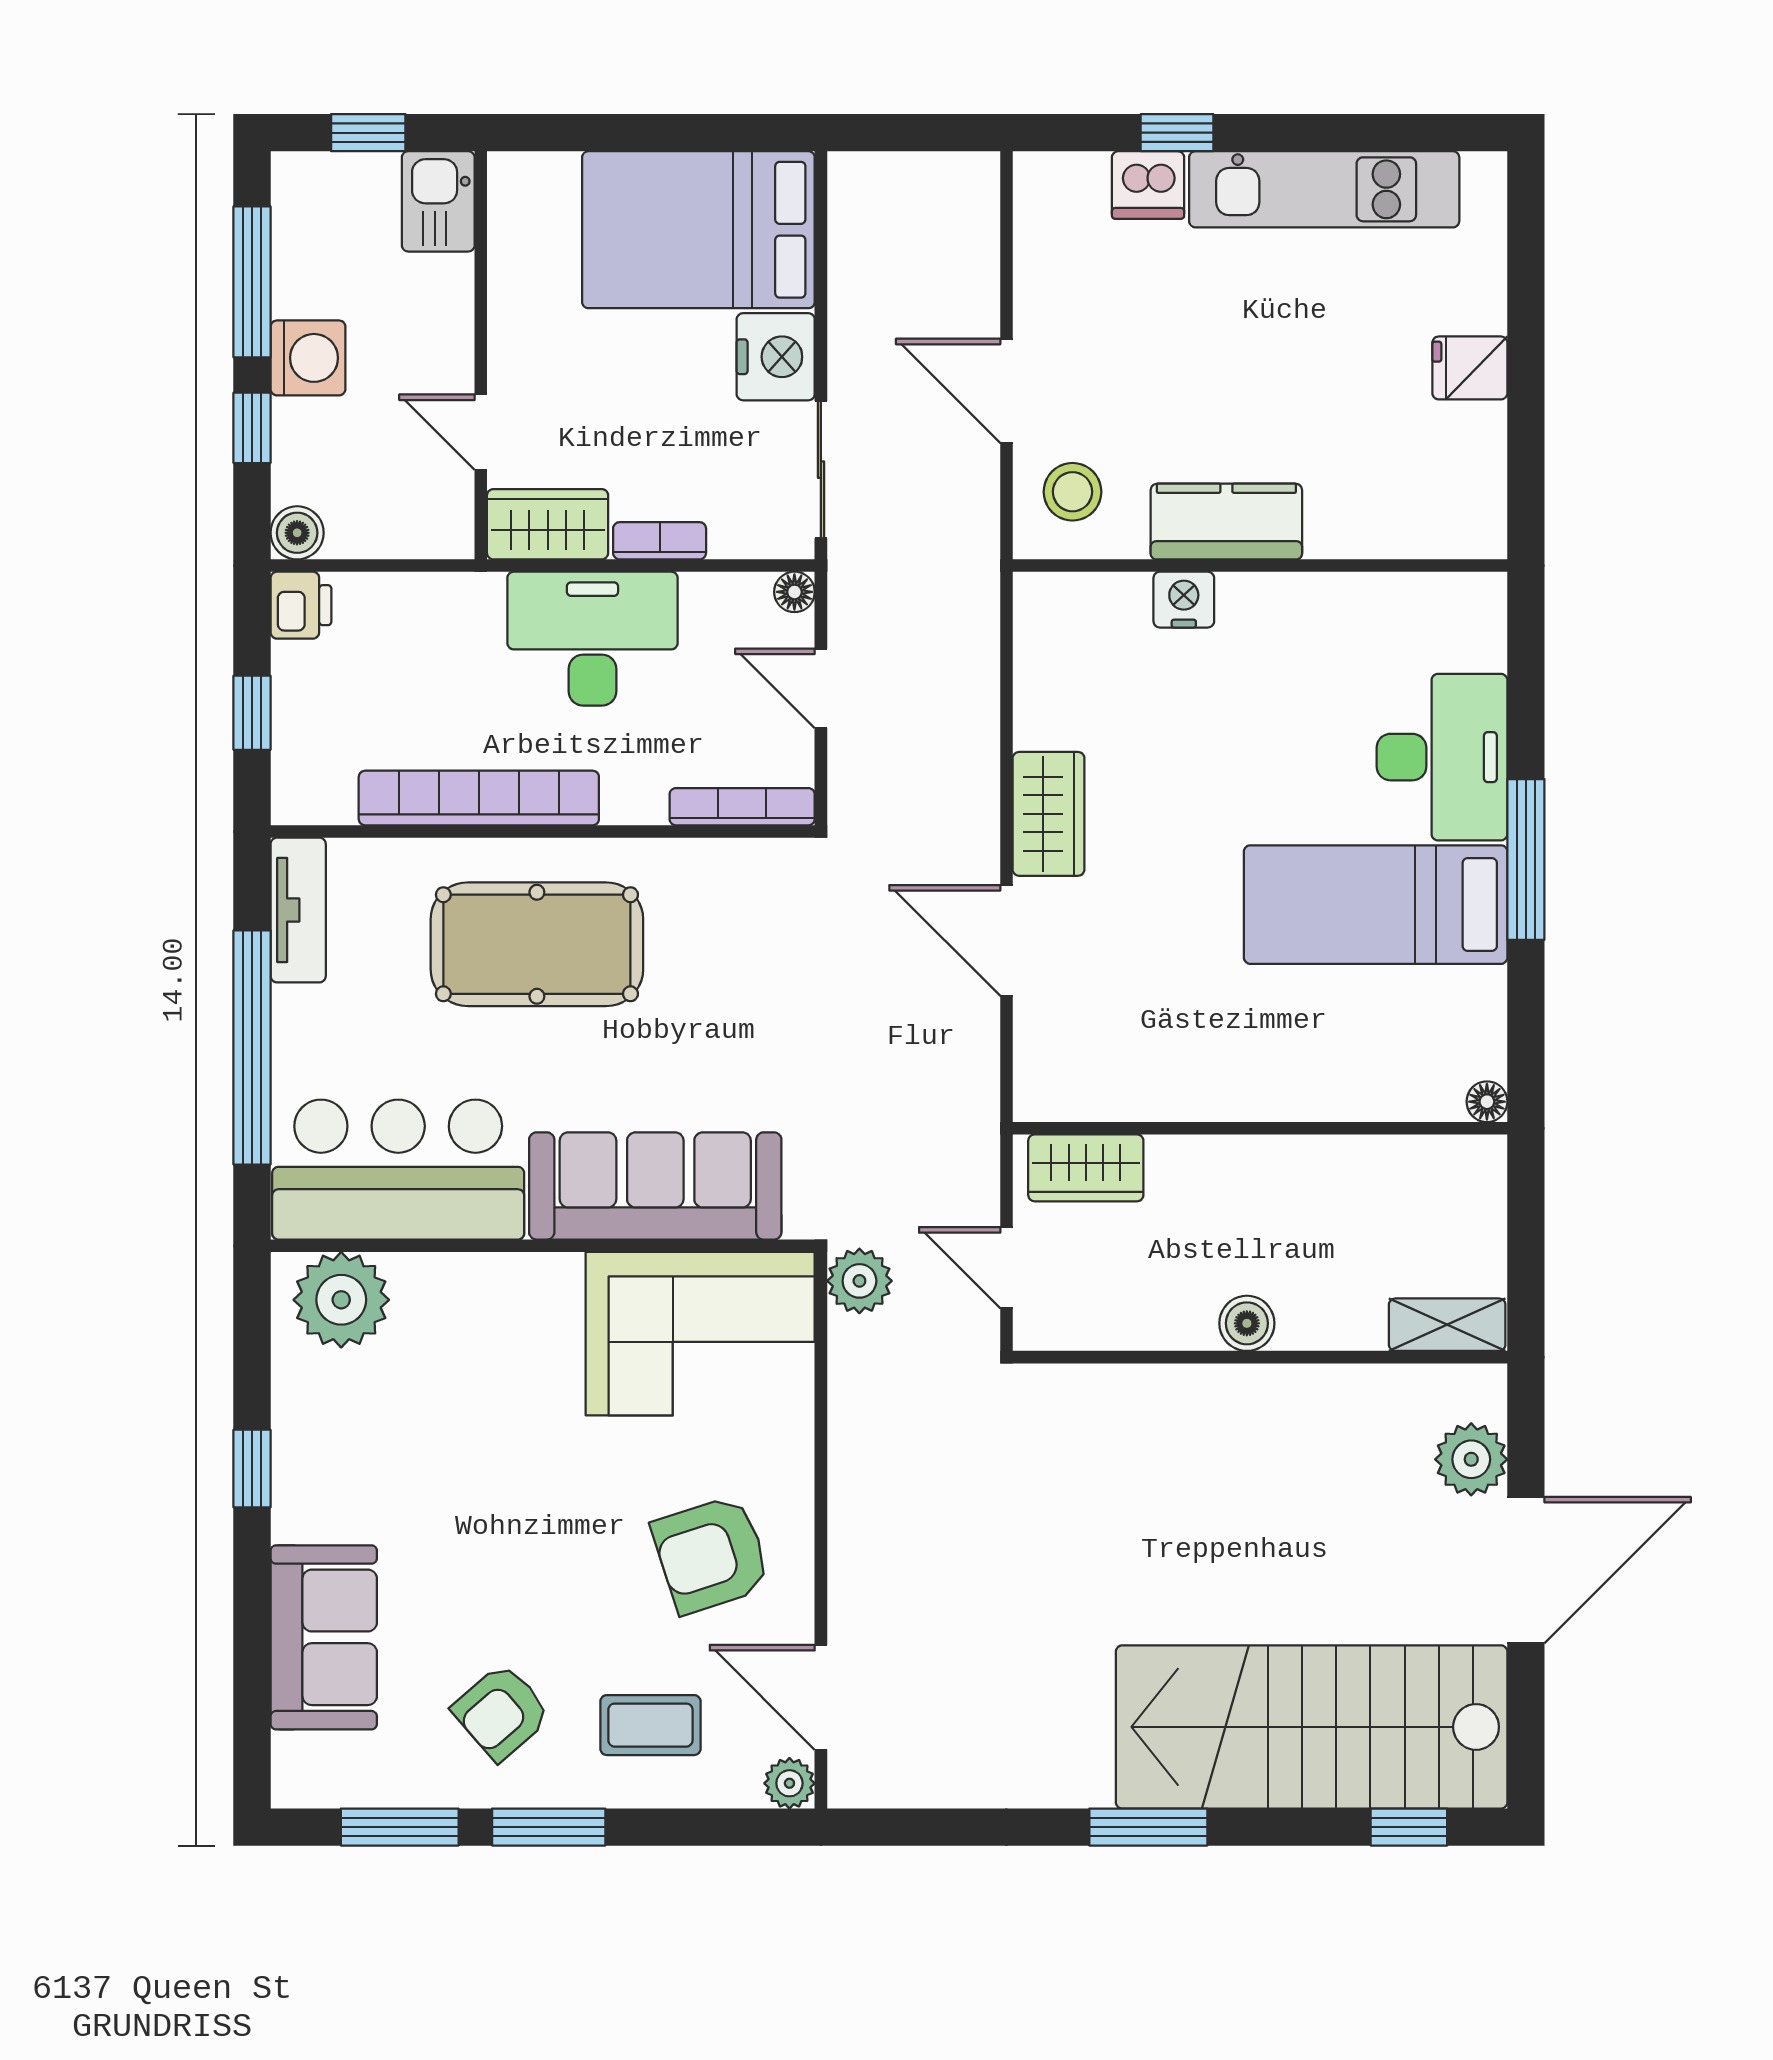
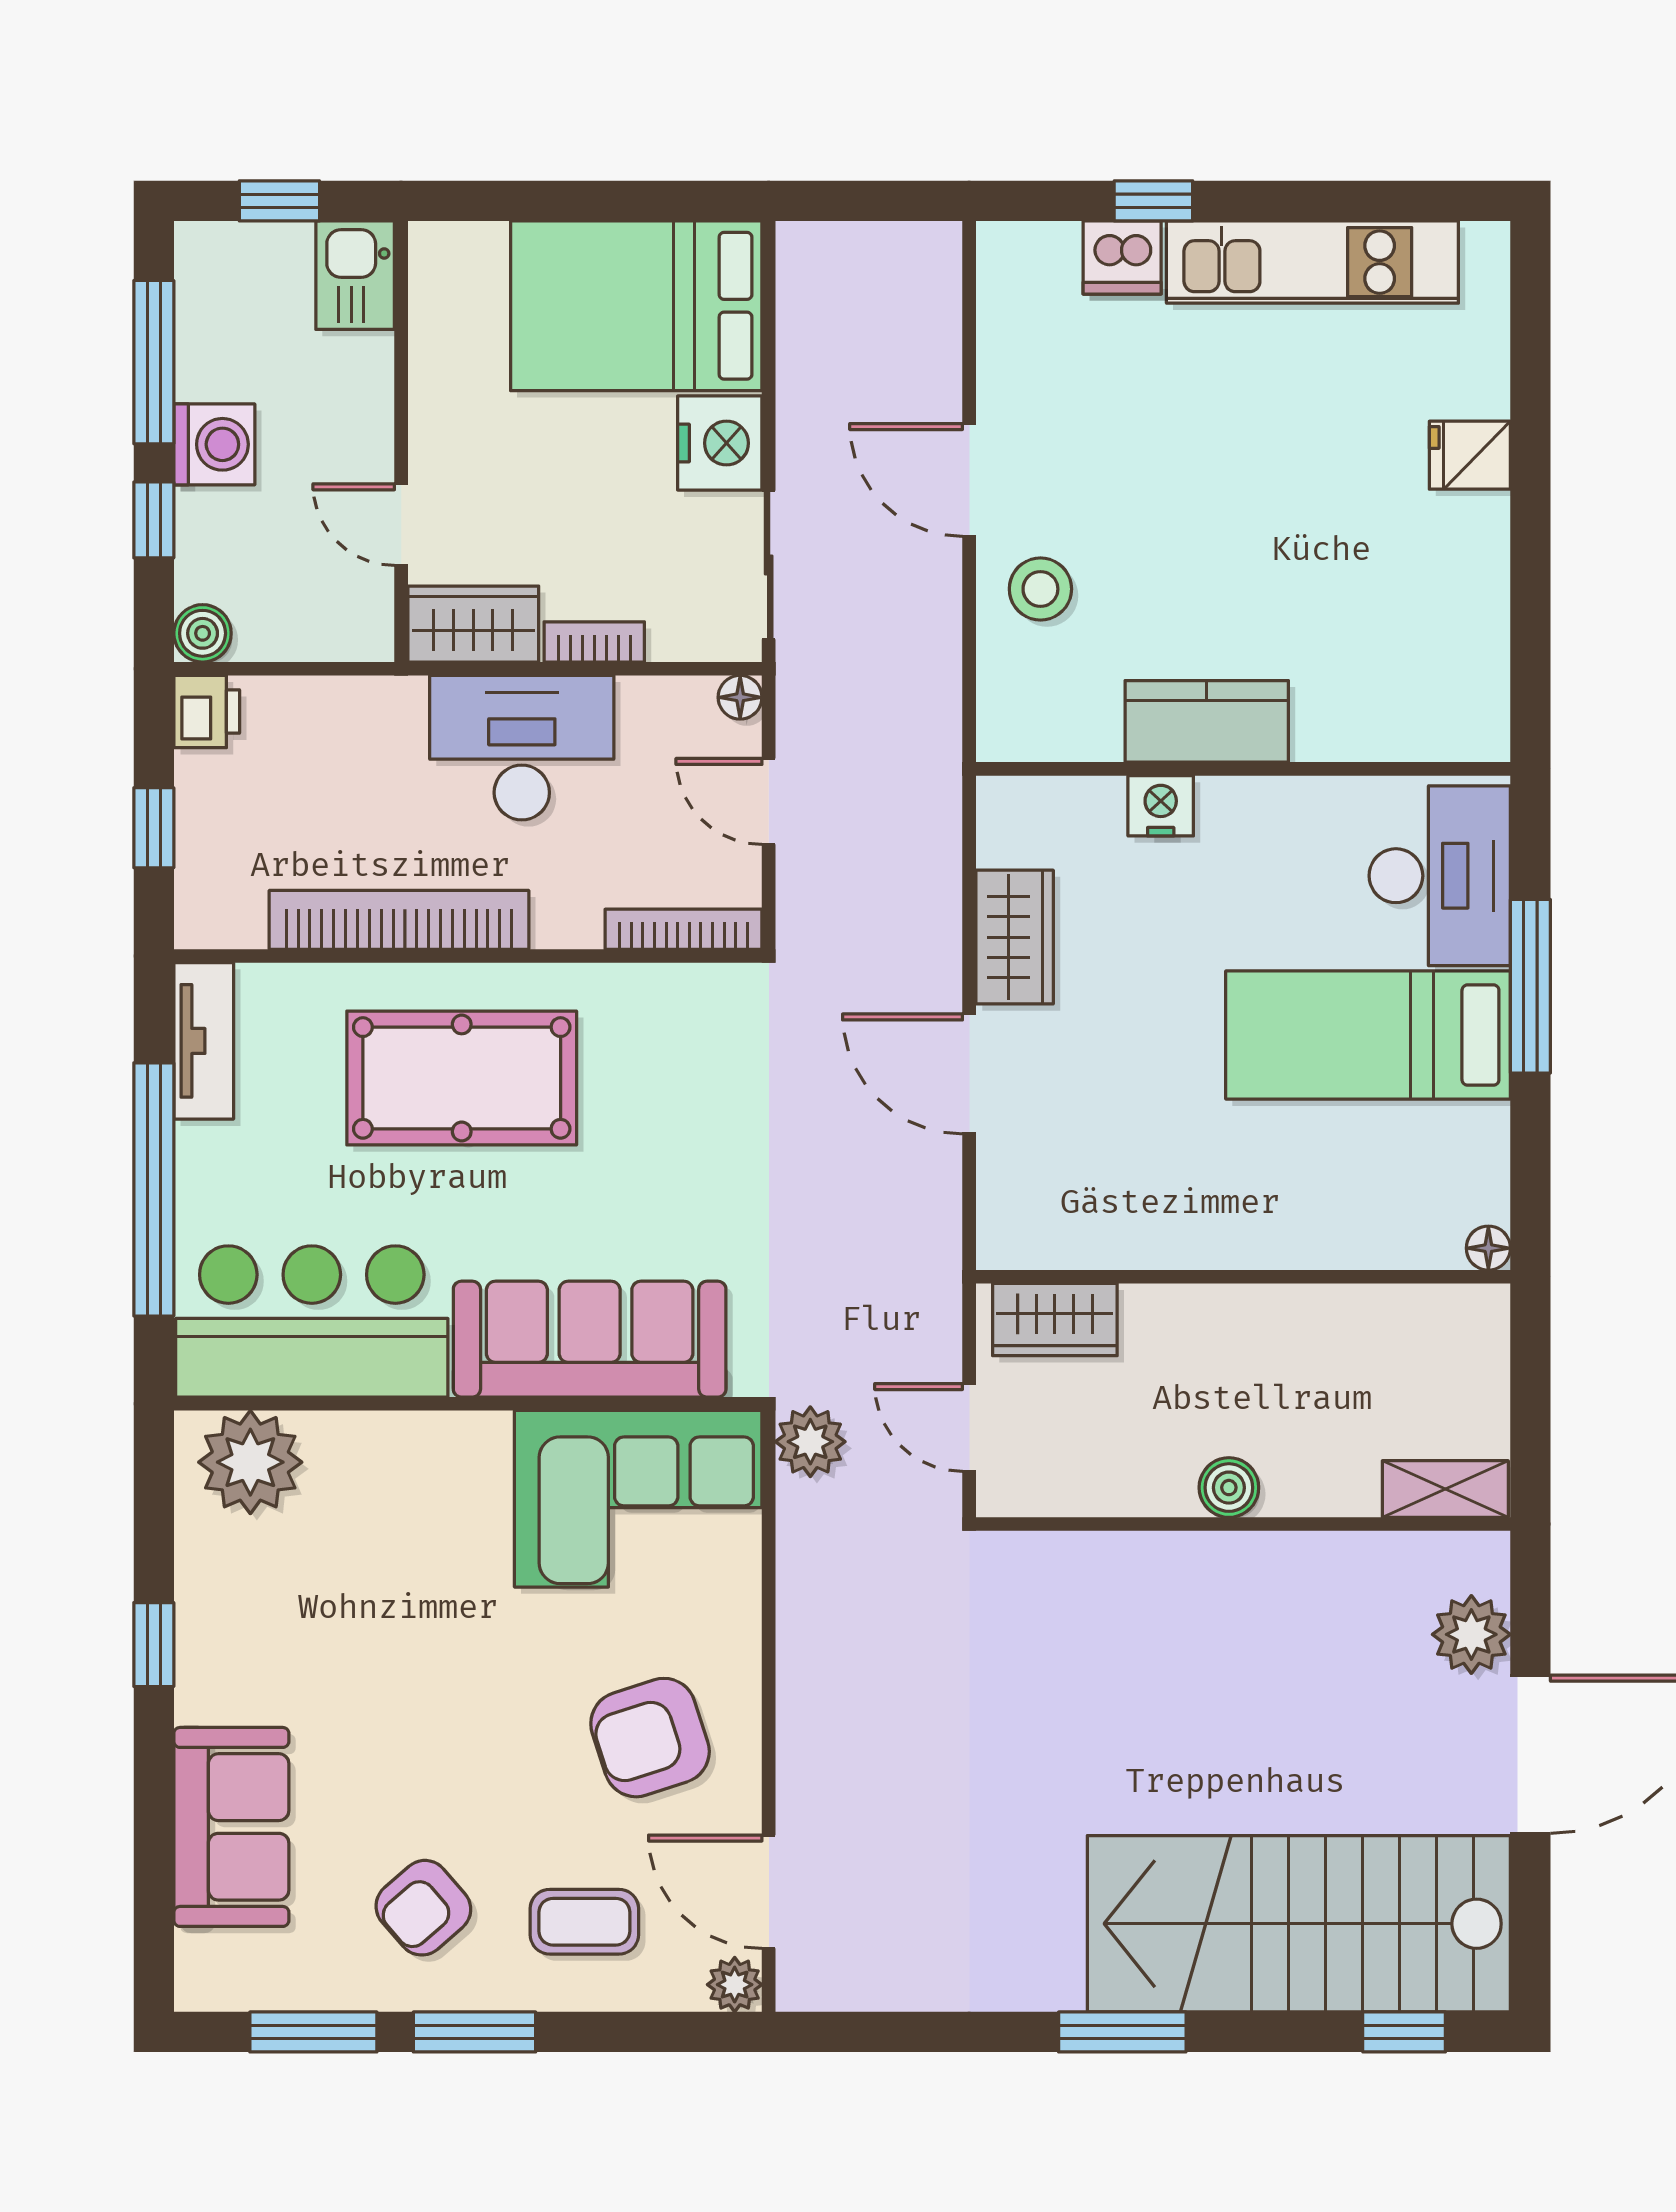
kitchen counter: (1226, 522) -> (1207, 721), moved
wall: (1260, 566) -> (1243, 769), moved
nightstand: (1184, 600) -> (1161, 806), moved

